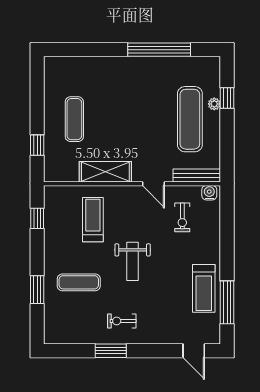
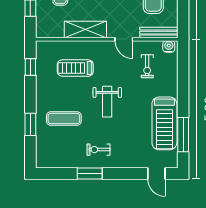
treadmill: (93, 220) -> (75, 68), turned -90
treadmill: (204, 288) -> (164, 123), width x1.37, depth x1.38

